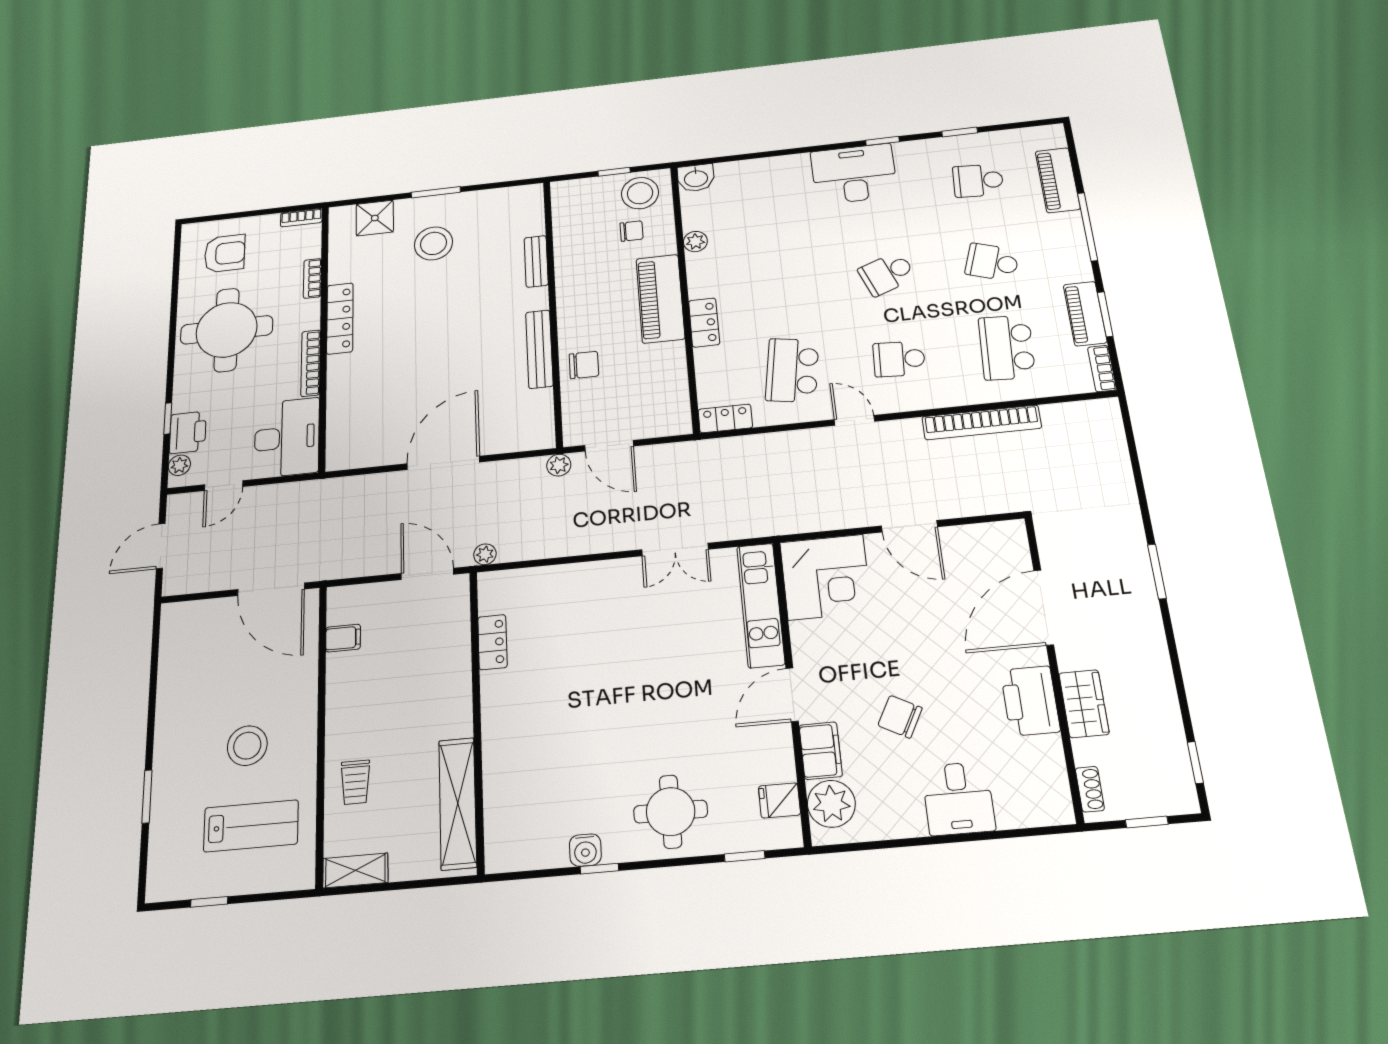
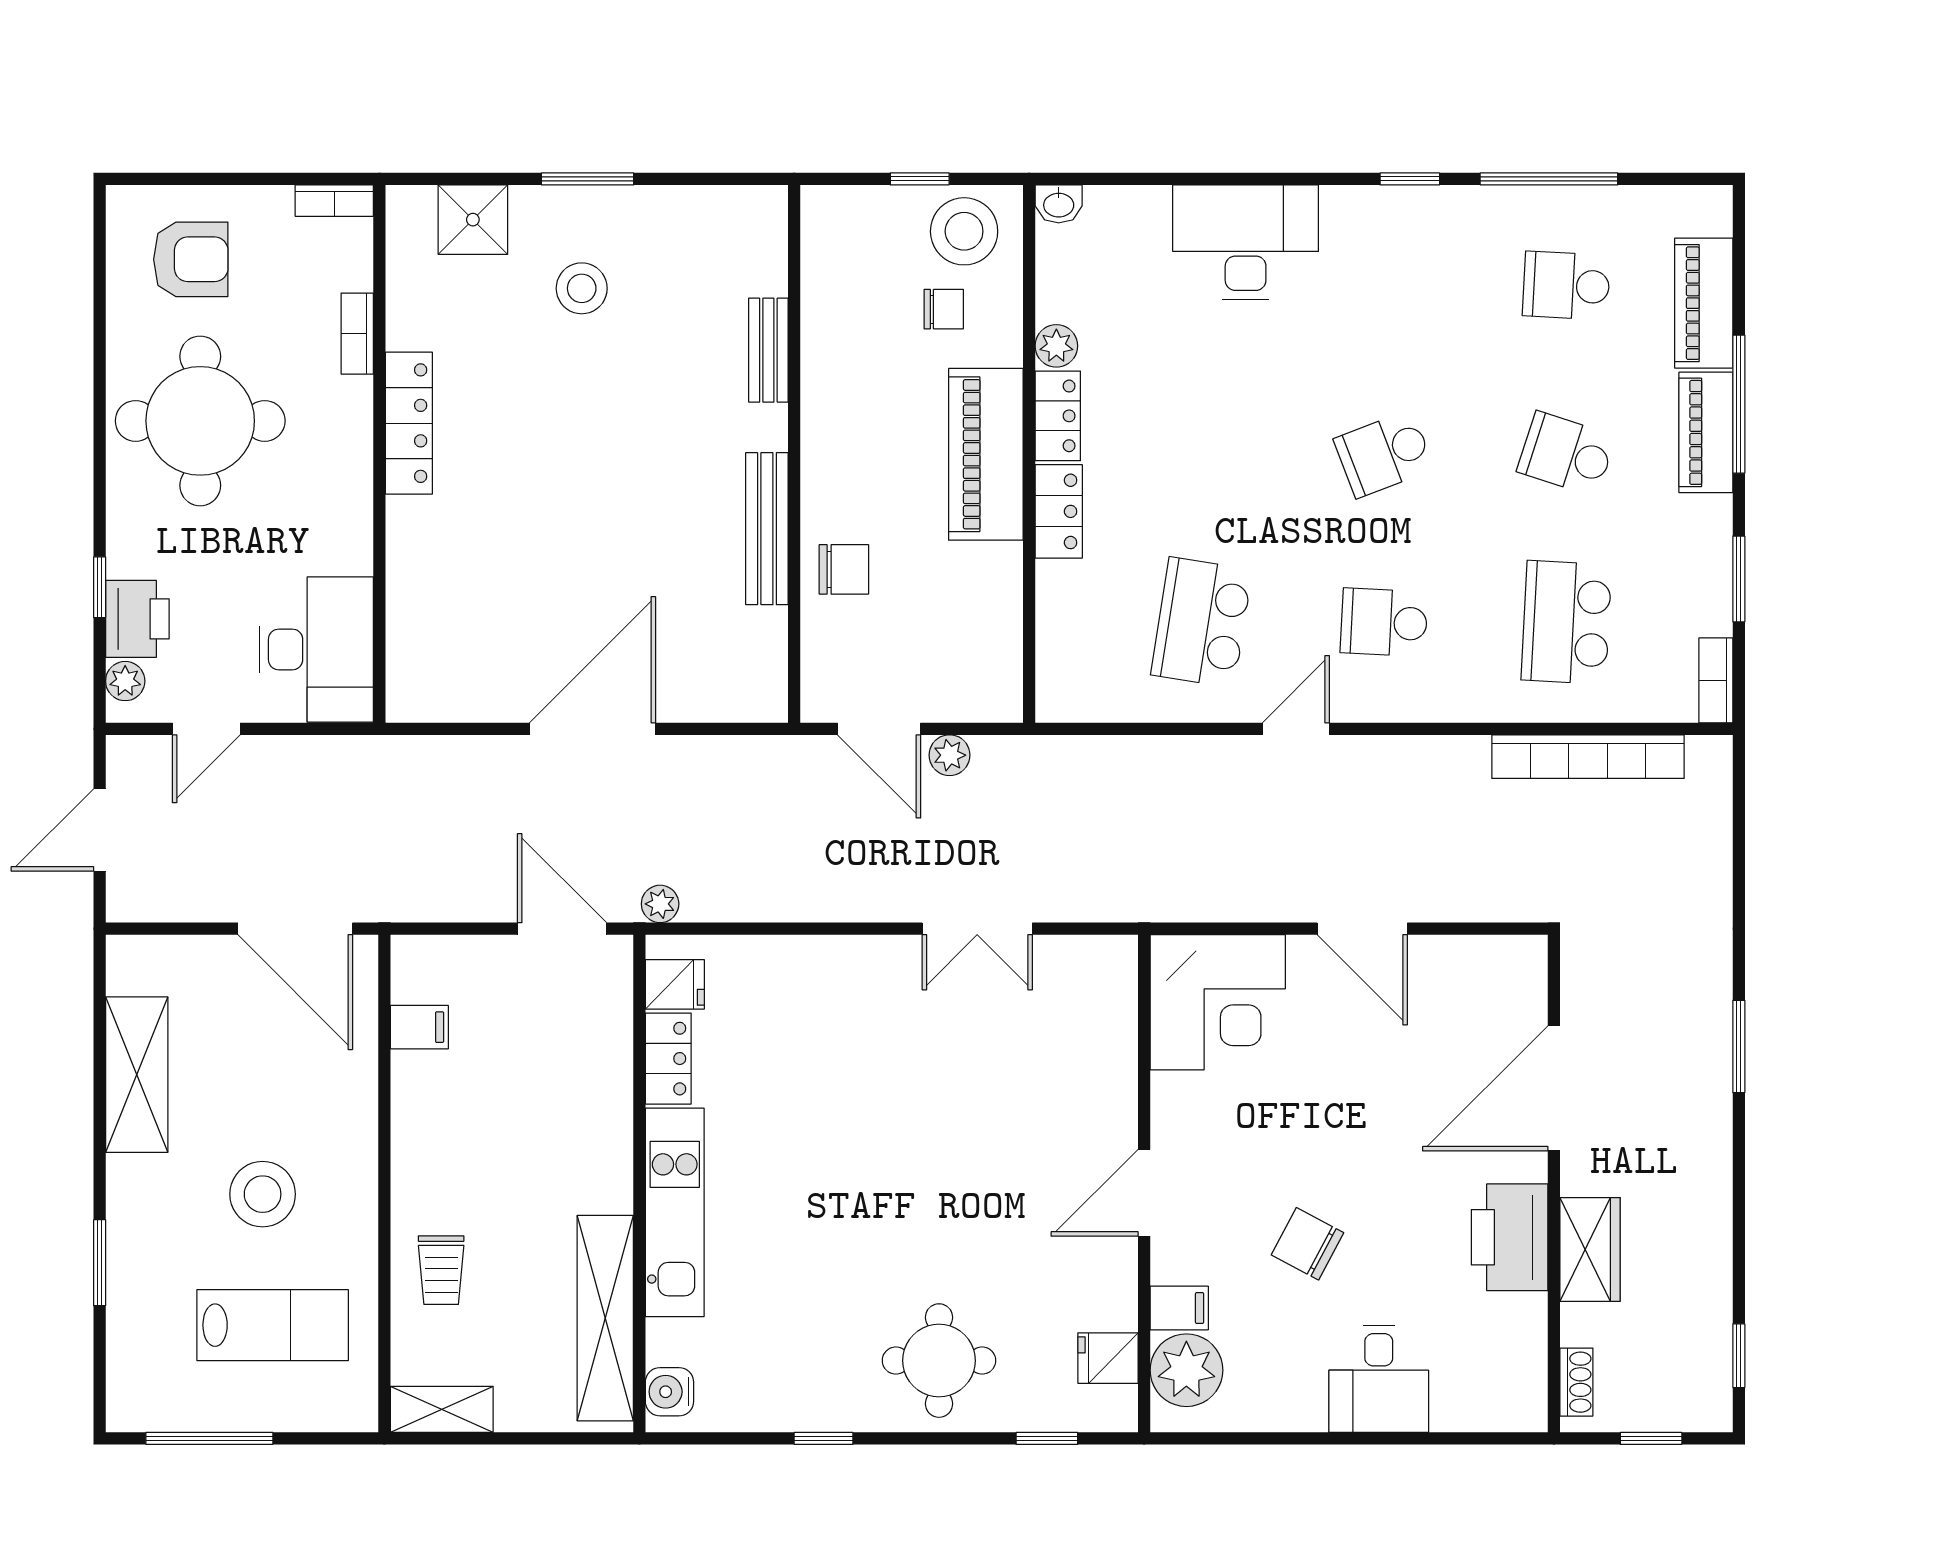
window: (960, 132) -> (1549, 179), width x2.17
desk: (854, 174) -> (1246, 242), moved
washbasin: (696, 178) -> (1059, 204), width x0.72, depth x0.69
stool: (433, 243) -> (582, 288), width x0.73, depth x0.73
piano: (1085, 314) -> (1706, 432), moved
bookcase: (311, 363) -> (357, 507), removed
locker: (725, 418) -> (1058, 416), moved, turned 90
door: (854, 420) -> (1296, 729), hinge flipped
bookcase: (982, 423) -> (1588, 757), moved
plant: (559, 465) -> (950, 755), moved
fridge: (495, 599) -> (675, 984), added
kitchen unit: (761, 605) -> (675, 1212), moved, turned 180
shelving: (175, 682) -> (137, 1075), added
filing cabinet: (821, 751) -> (1179, 1308), width x0.50
water cooler: (585, 850) -> (669, 1392), moved, turned 90
window: (209, 902) -> (209, 1438), width x2.17

